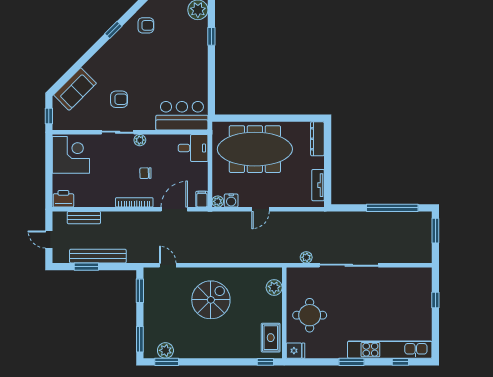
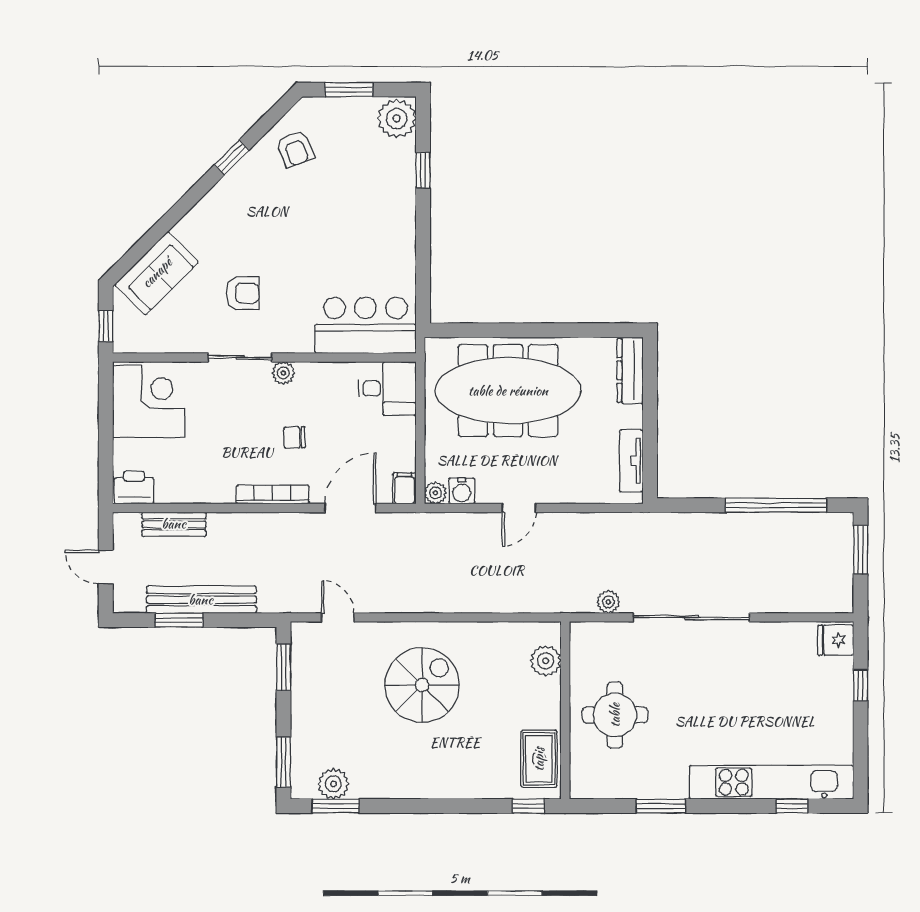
armchair: (146, 25) -> (295, 149), turned 69
fridge: (295, 351) -> (836, 640), moved, turned 180
window: (351, 362) -> (661, 806), moved

